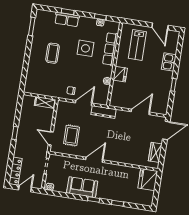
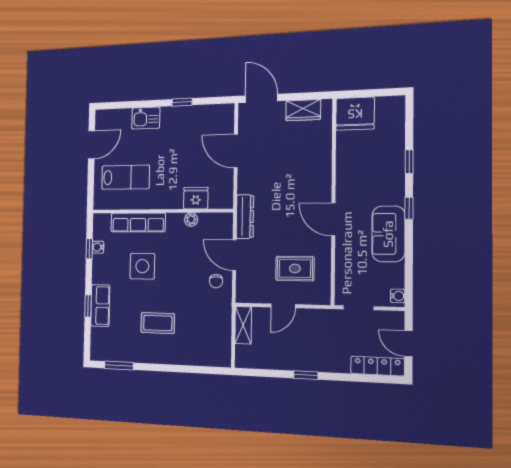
fridge: (120, 74) -> (196, 198), moved
door: (51, 138) -> (283, 306), moved

